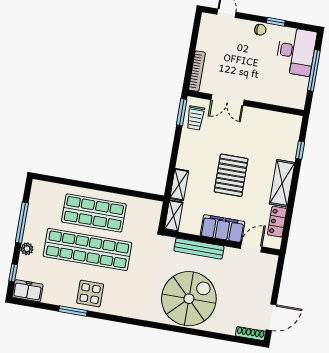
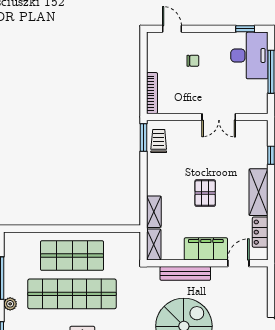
window: (276, 22) -> (245, 29), moved
chair: (260, 30) -> (193, 61), moved
double door: (228, 100) -> (219, 117), moved
trolley: (195, 118) -> (159, 141), turned 180
pallet: (231, 175) -> (205, 193), width x0.67, depth x0.71

